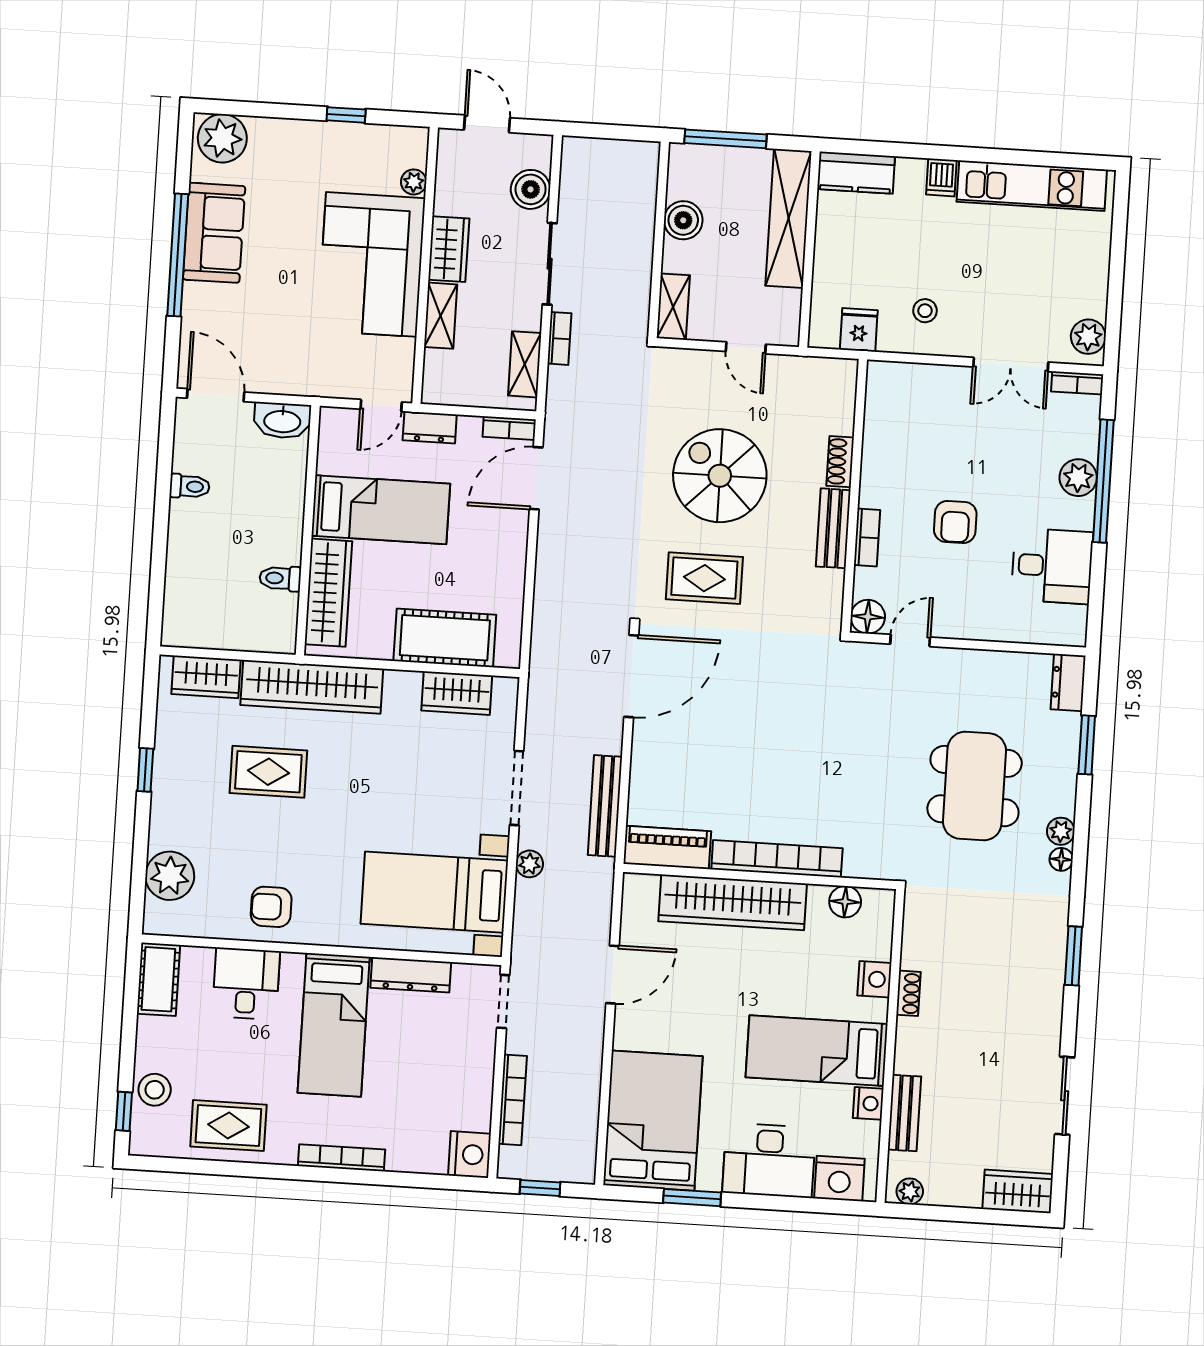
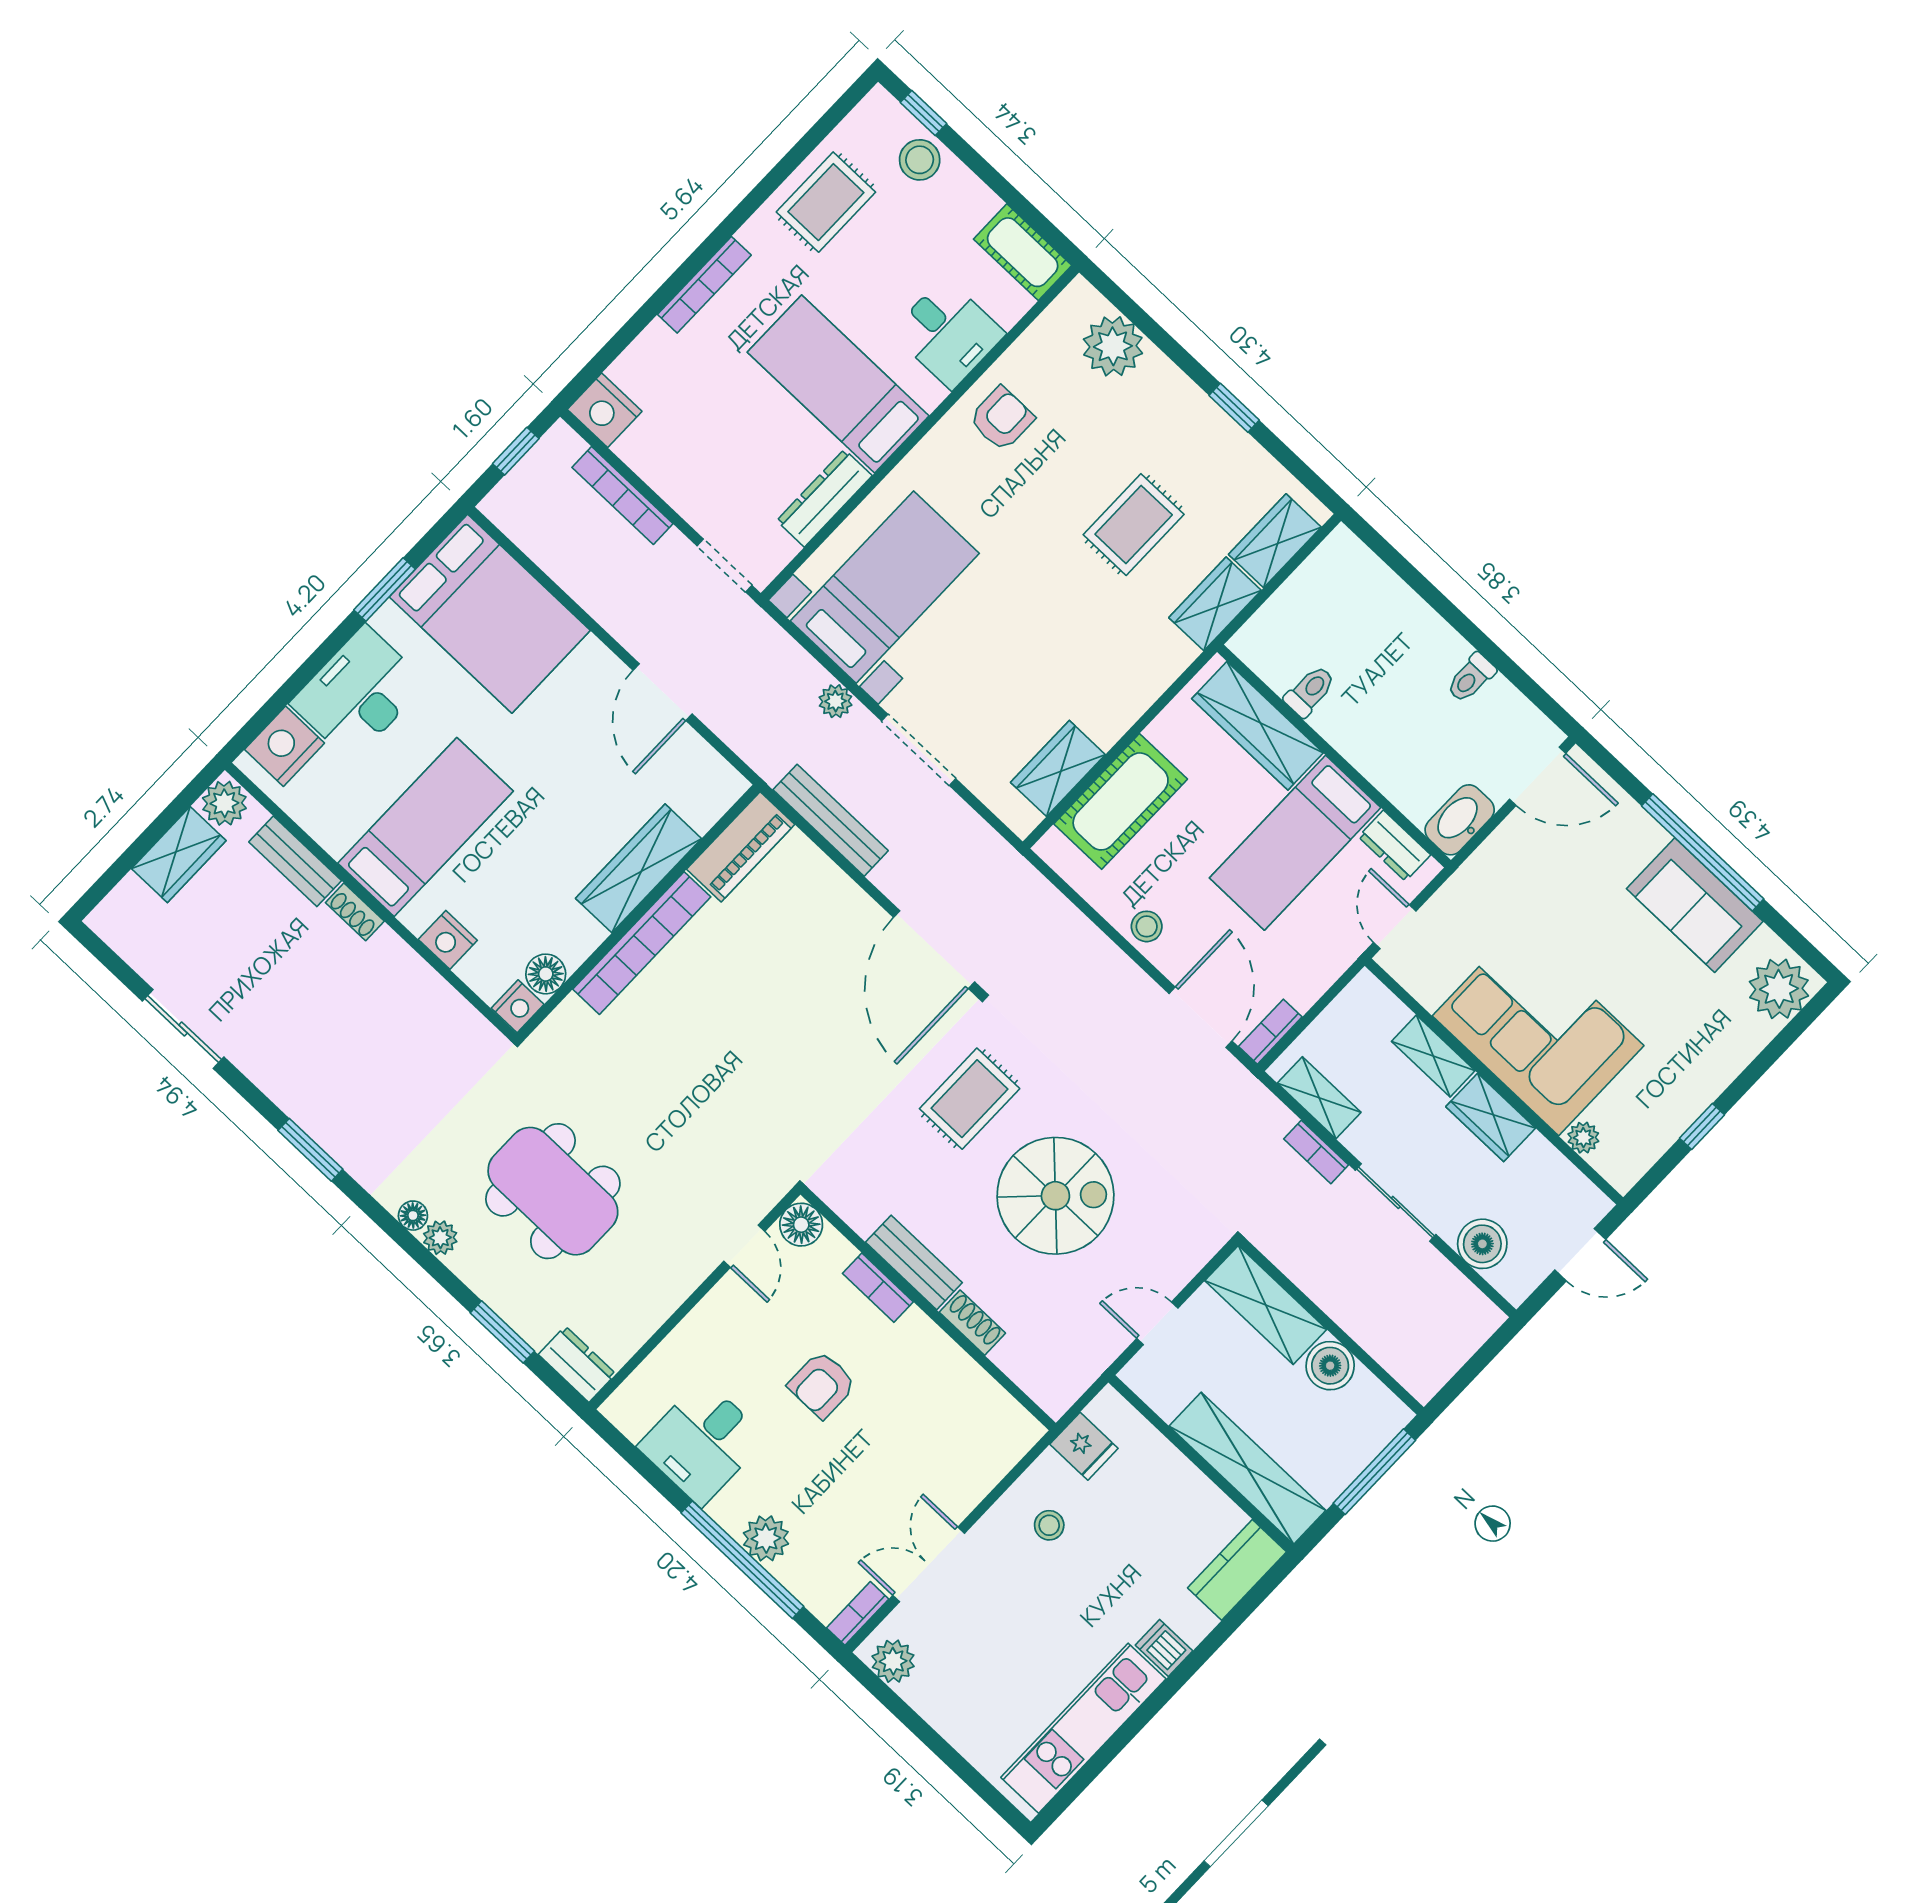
shelving: (673, 307) -> (1266, 1305), width x1.50, depth x1.33
dresser: (430, 427) -> (1394, 846), moved, turned -90
armchair: (955, 522) -> (822, 1385), turned -90
stool: (508, 558) -> (1147, 926), added
wardrobe: (312, 687) -> (1215, 604), width x0.48, depth x0.85
wardrobe: (733, 902) -> (639, 868), width x0.71, depth x0.85
shoe rack: (908, 993) -> (355, 912), moved
nightstand: (868, 1103) -> (518, 1006), moved, turned -90
plant: (910, 1191) -> (224, 803), width x1.38, depth x1.38
wardrobe: (1018, 1191) -> (179, 855), moved

